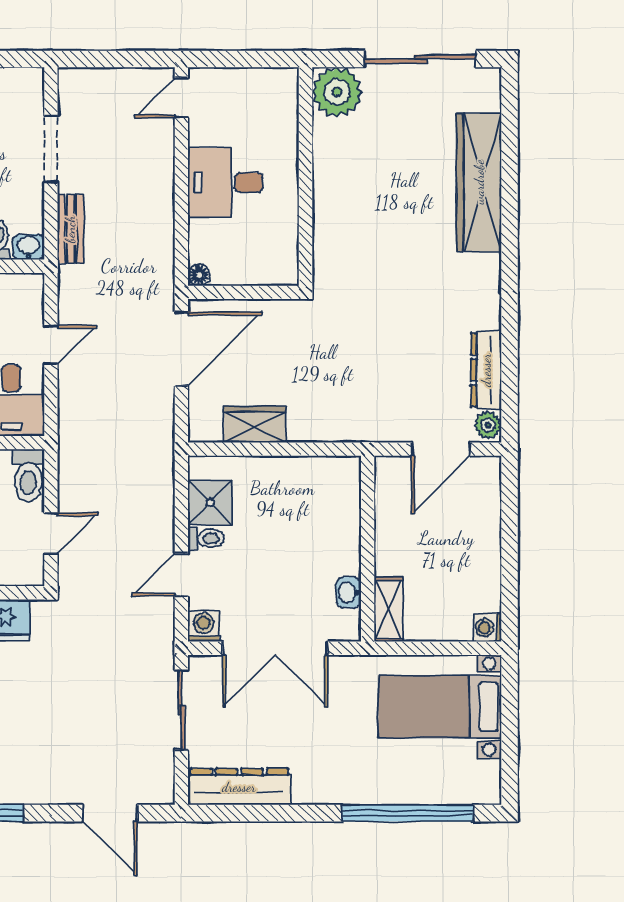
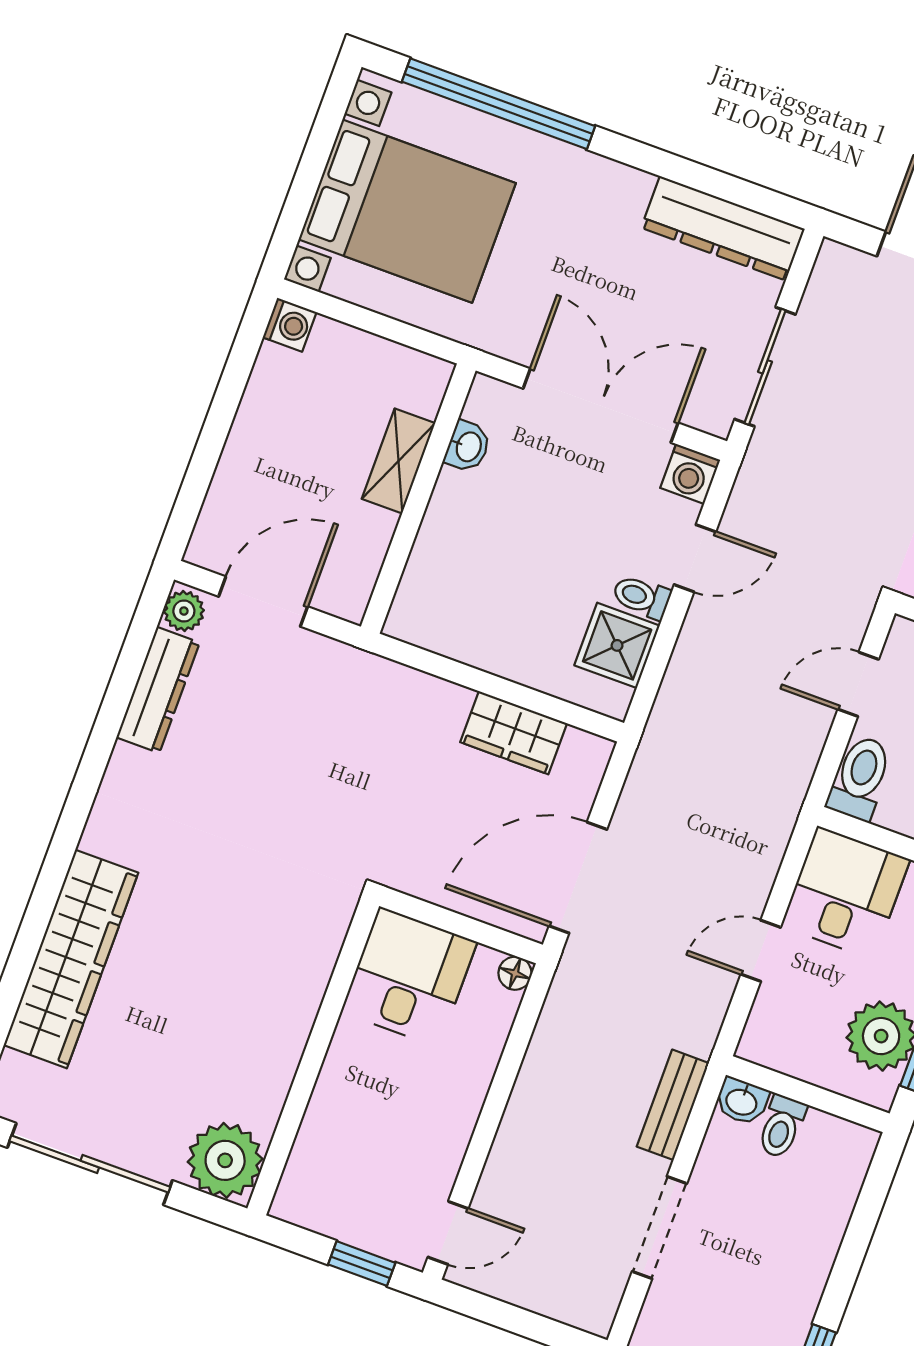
window: (228, 59) -> (362, 1264), added
desk: (225, 183) -> (409, 977), moved, turned -90
shelving: (388, 610) -> (398, 461), moved
bed with nightstands: (440, 707) -> (407, 211), width x1.36

